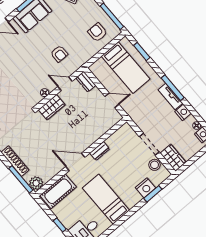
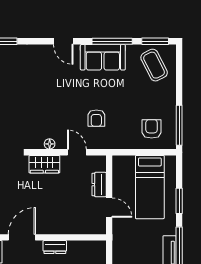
window: (142, 51) -> (179, 201), moved
dresser: (86, 82) -> (99, 185), moved
door: (75, 162) -> (22, 237), hinge flipped

